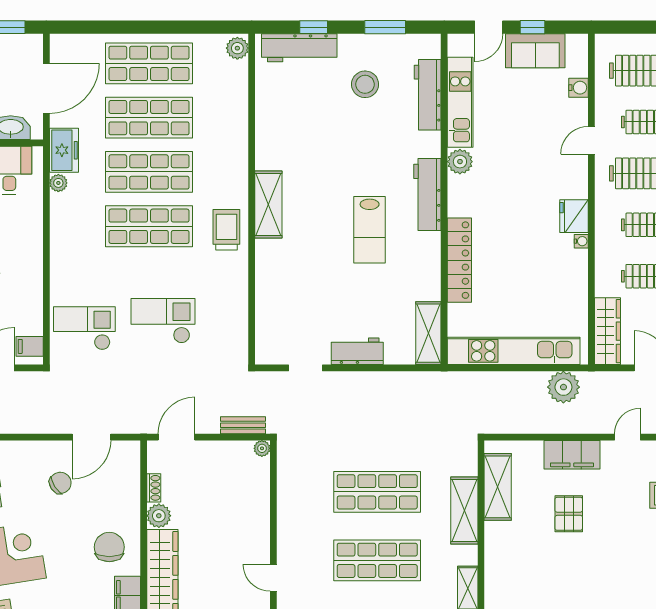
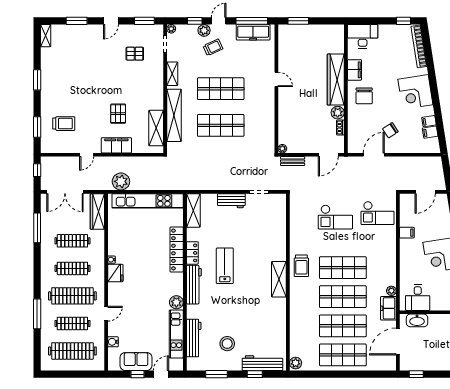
locker: (430, 254) -> (192, 253), added
filing cabinet: (30, 346) -> (407, 233), moved
shelving: (464, 510) -> (174, 115), width x1.47

